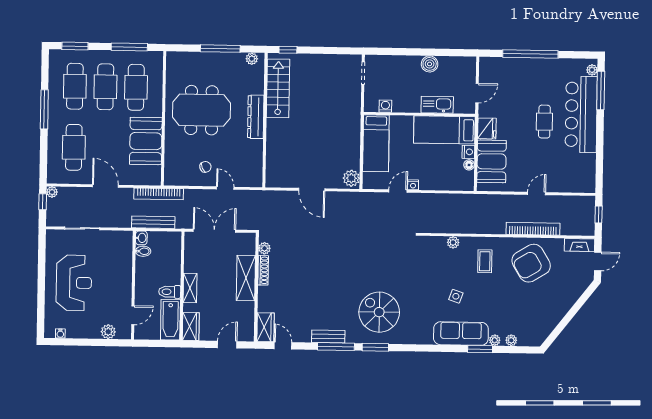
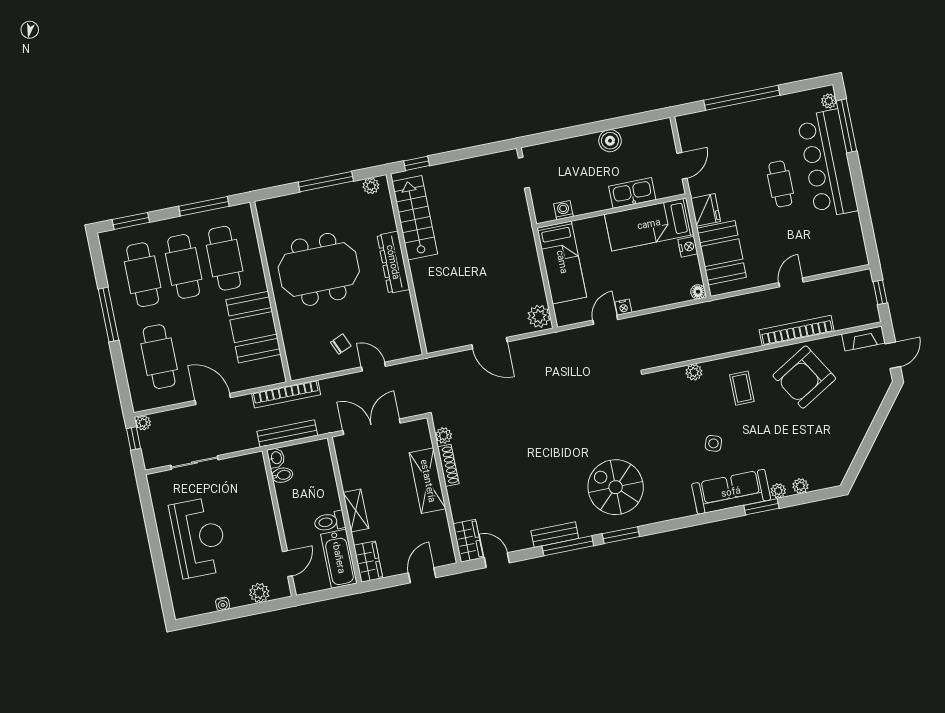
floor lamp: (469, 165) -> (698, 292), moved
water cooler: (60, 333) -> (223, 604), moved

